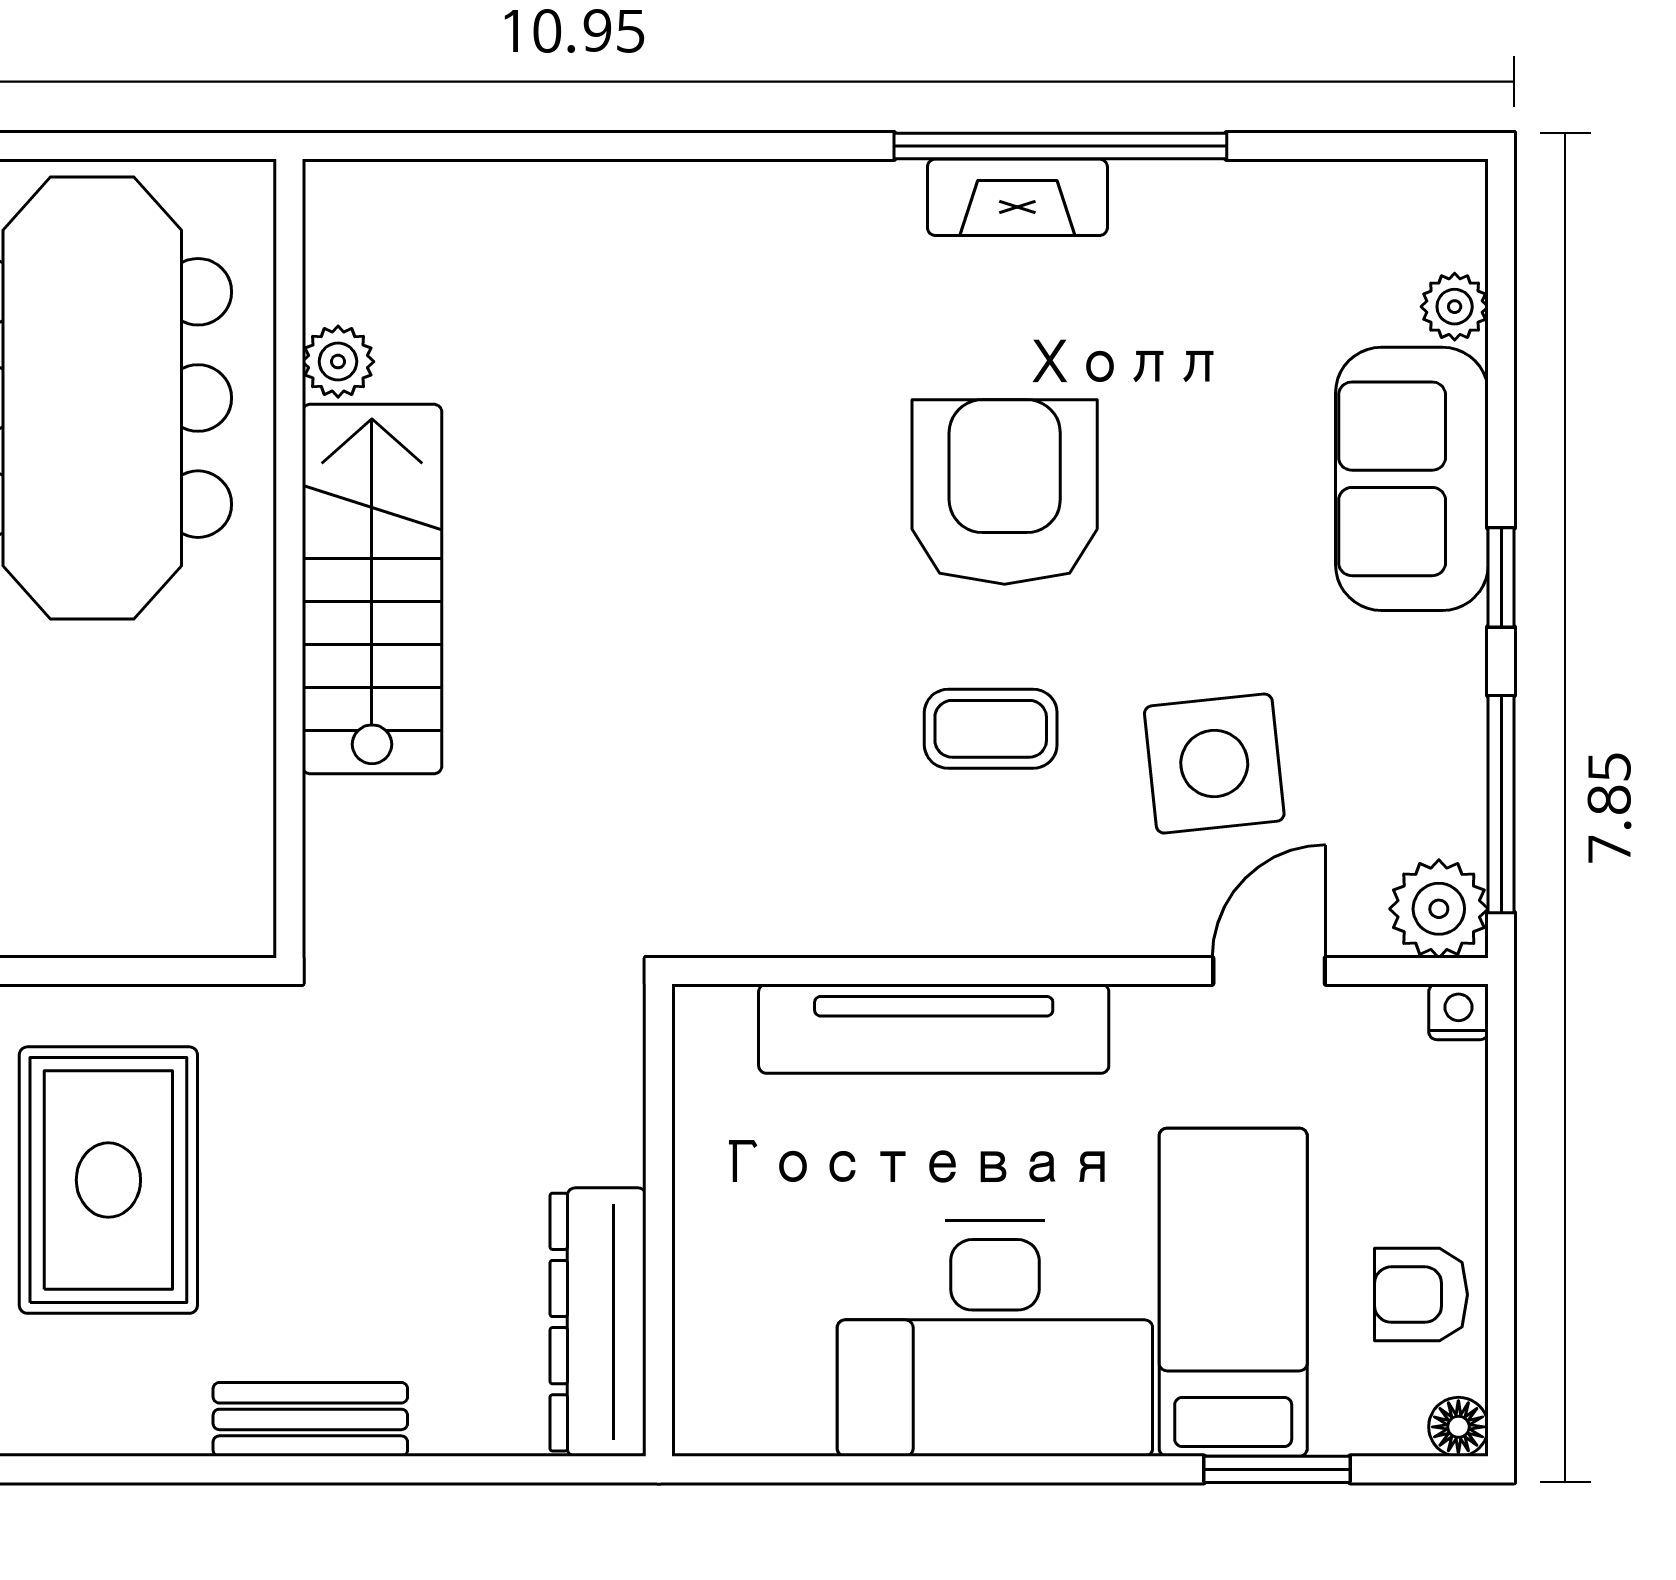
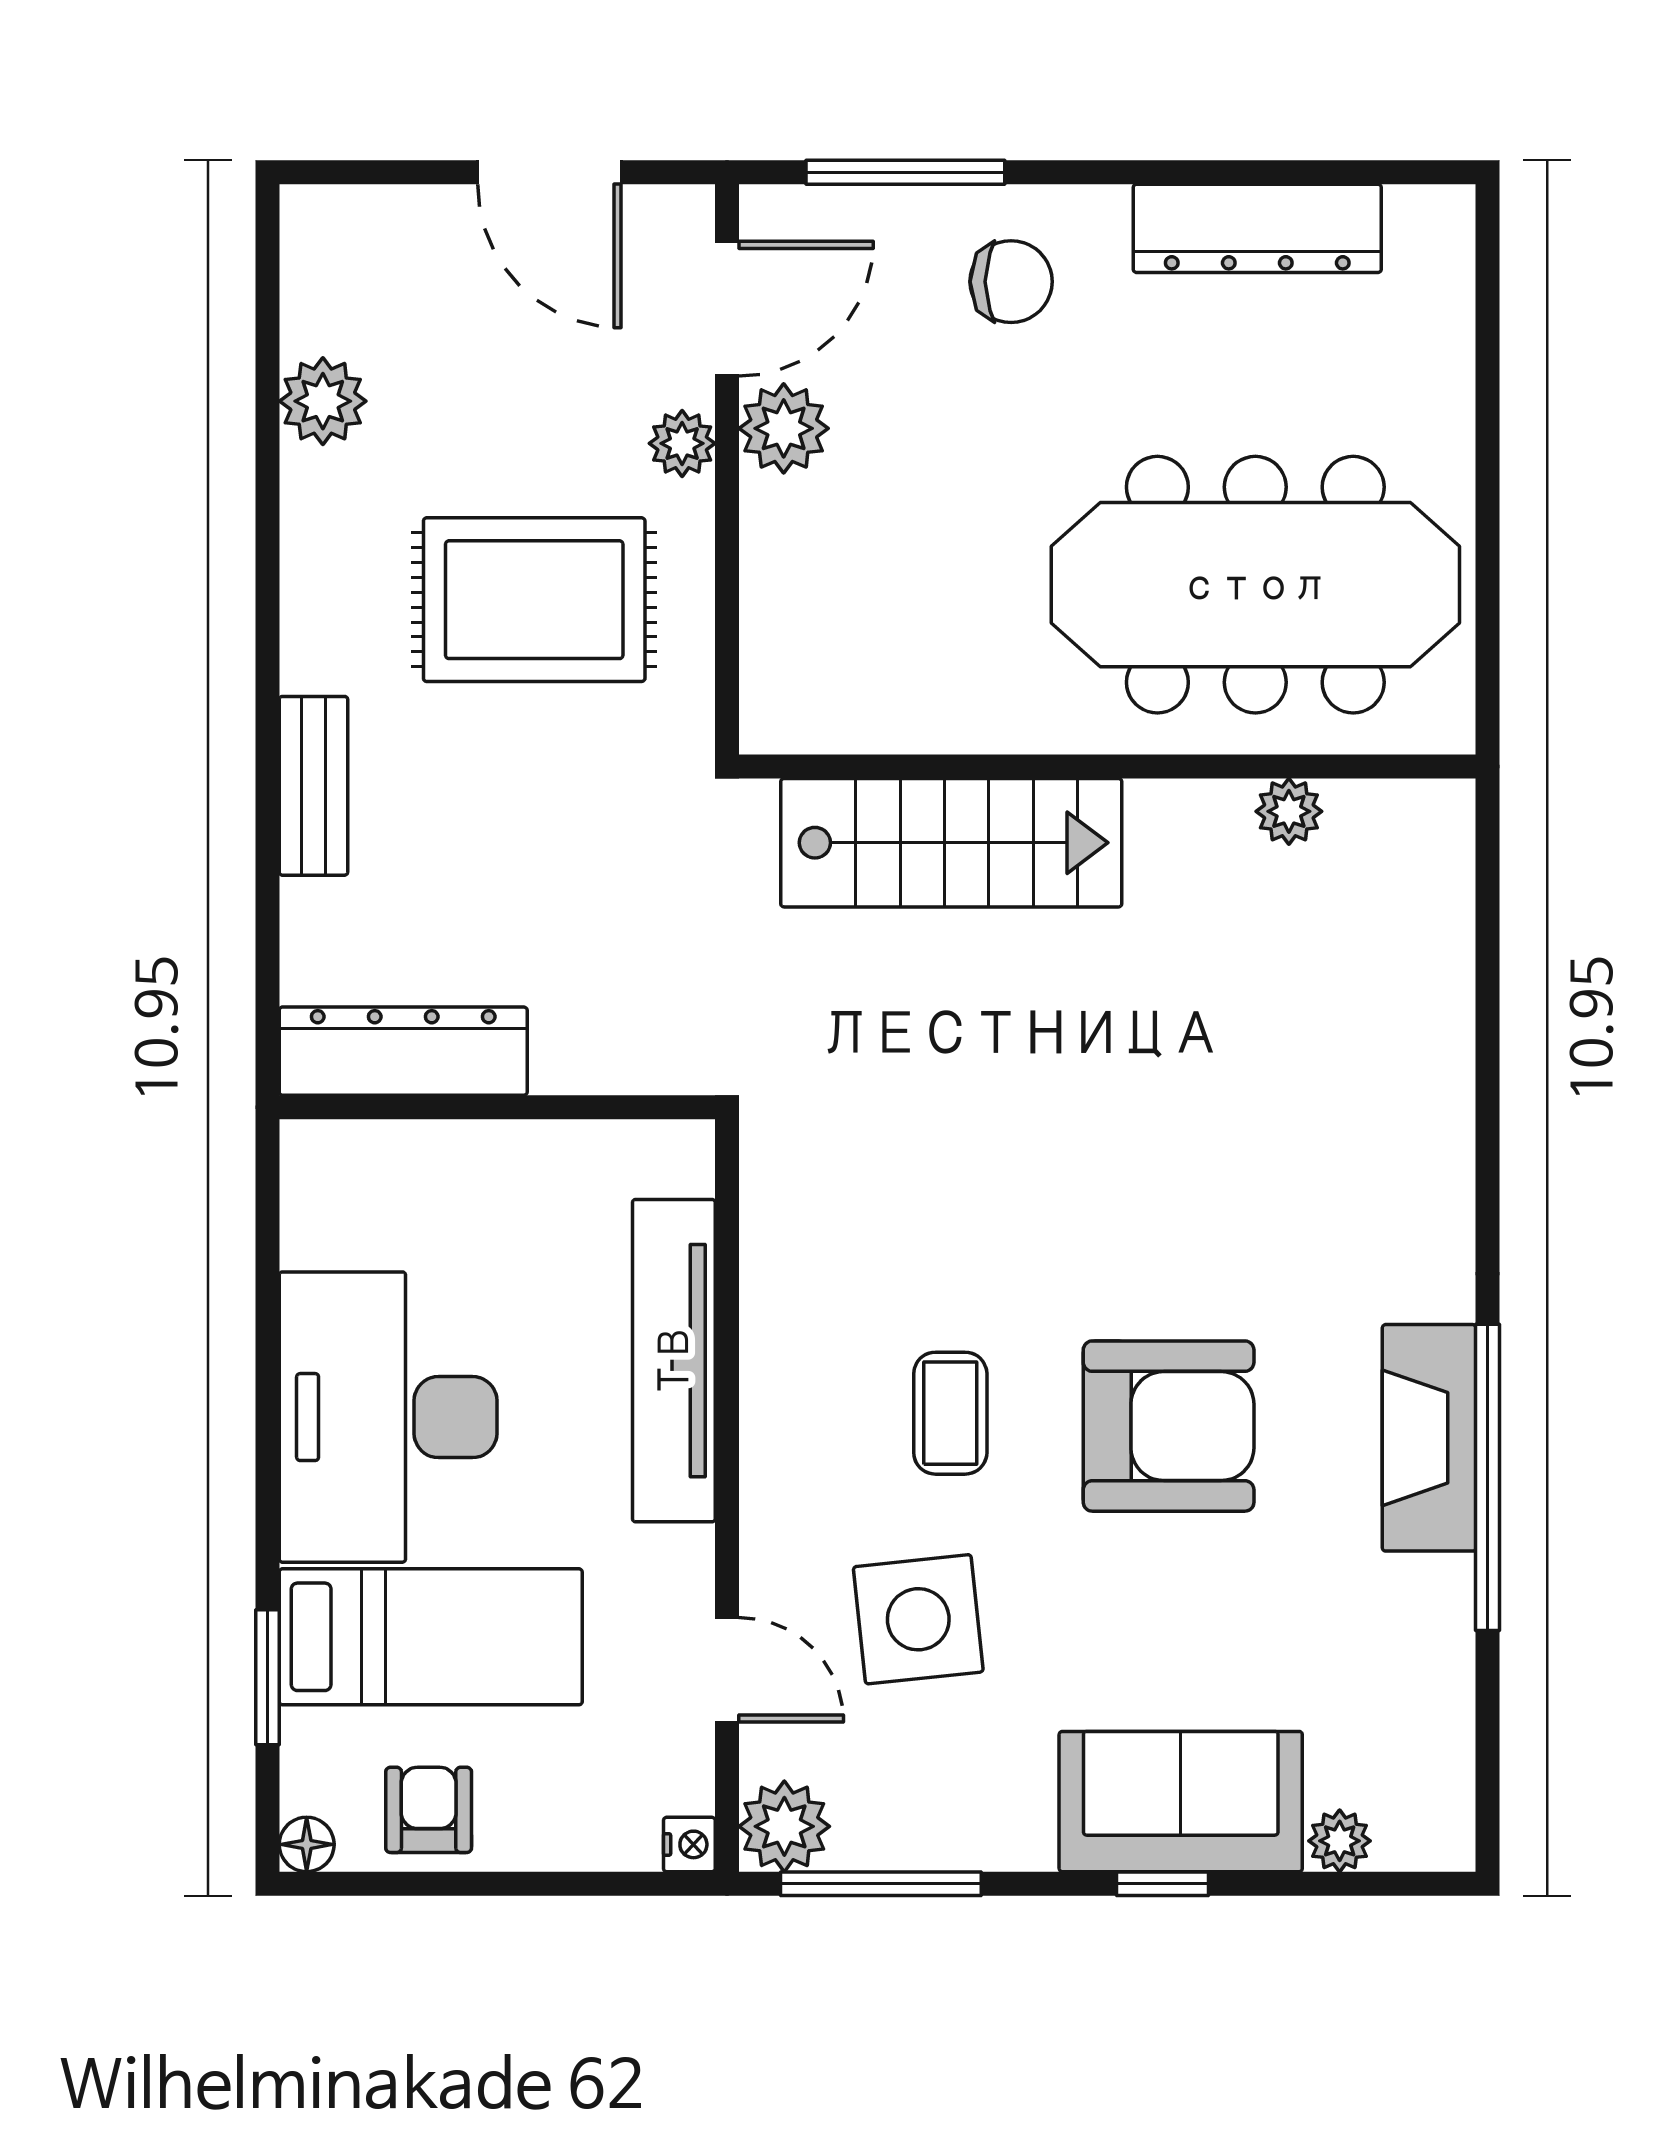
fireplace: (1017, 197) -> (1429, 1438), width x1.37, depth x1.32
window: (1501, 577) -> (1162, 1884), moved
stairs: (372, 589) -> (951, 843), moved

